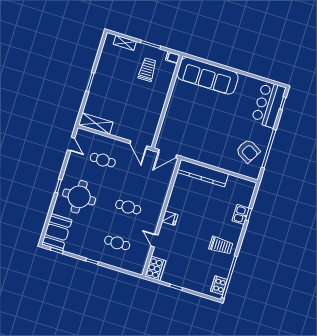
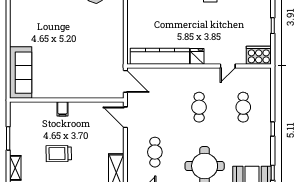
filing cabinet: (173, 57) -> (62, 109), moved
trolley: (147, 70) -> (59, 154), moved
sofa: (208, 76) -> (21, 73), width x0.74, depth x0.79
door: (138, 145) -> (125, 117), swing flipped
kitchen counter: (203, 173) -> (160, 56), moved, turned -90

